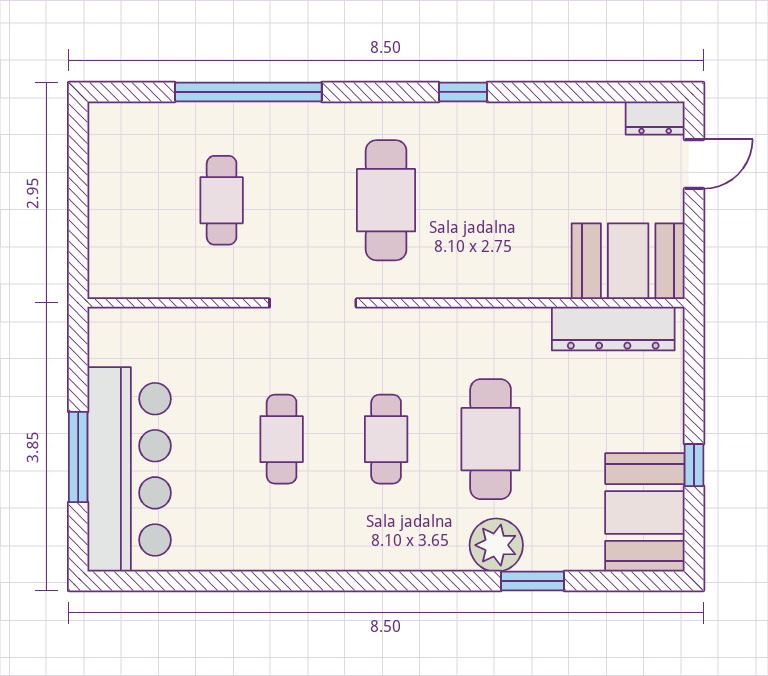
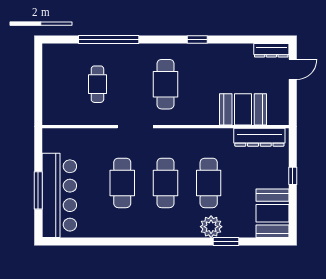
dresser: (655, 118) -> (271, 50), width x1.44
booth: (628, 261) -> (243, 109), moved
cafe table: (282, 439) -> (122, 183), width x1.37, depth x1.35
cafe table: (386, 439) -> (165, 183), width x1.37, depth x1.35
window: (694, 465) -> (293, 176), moved

